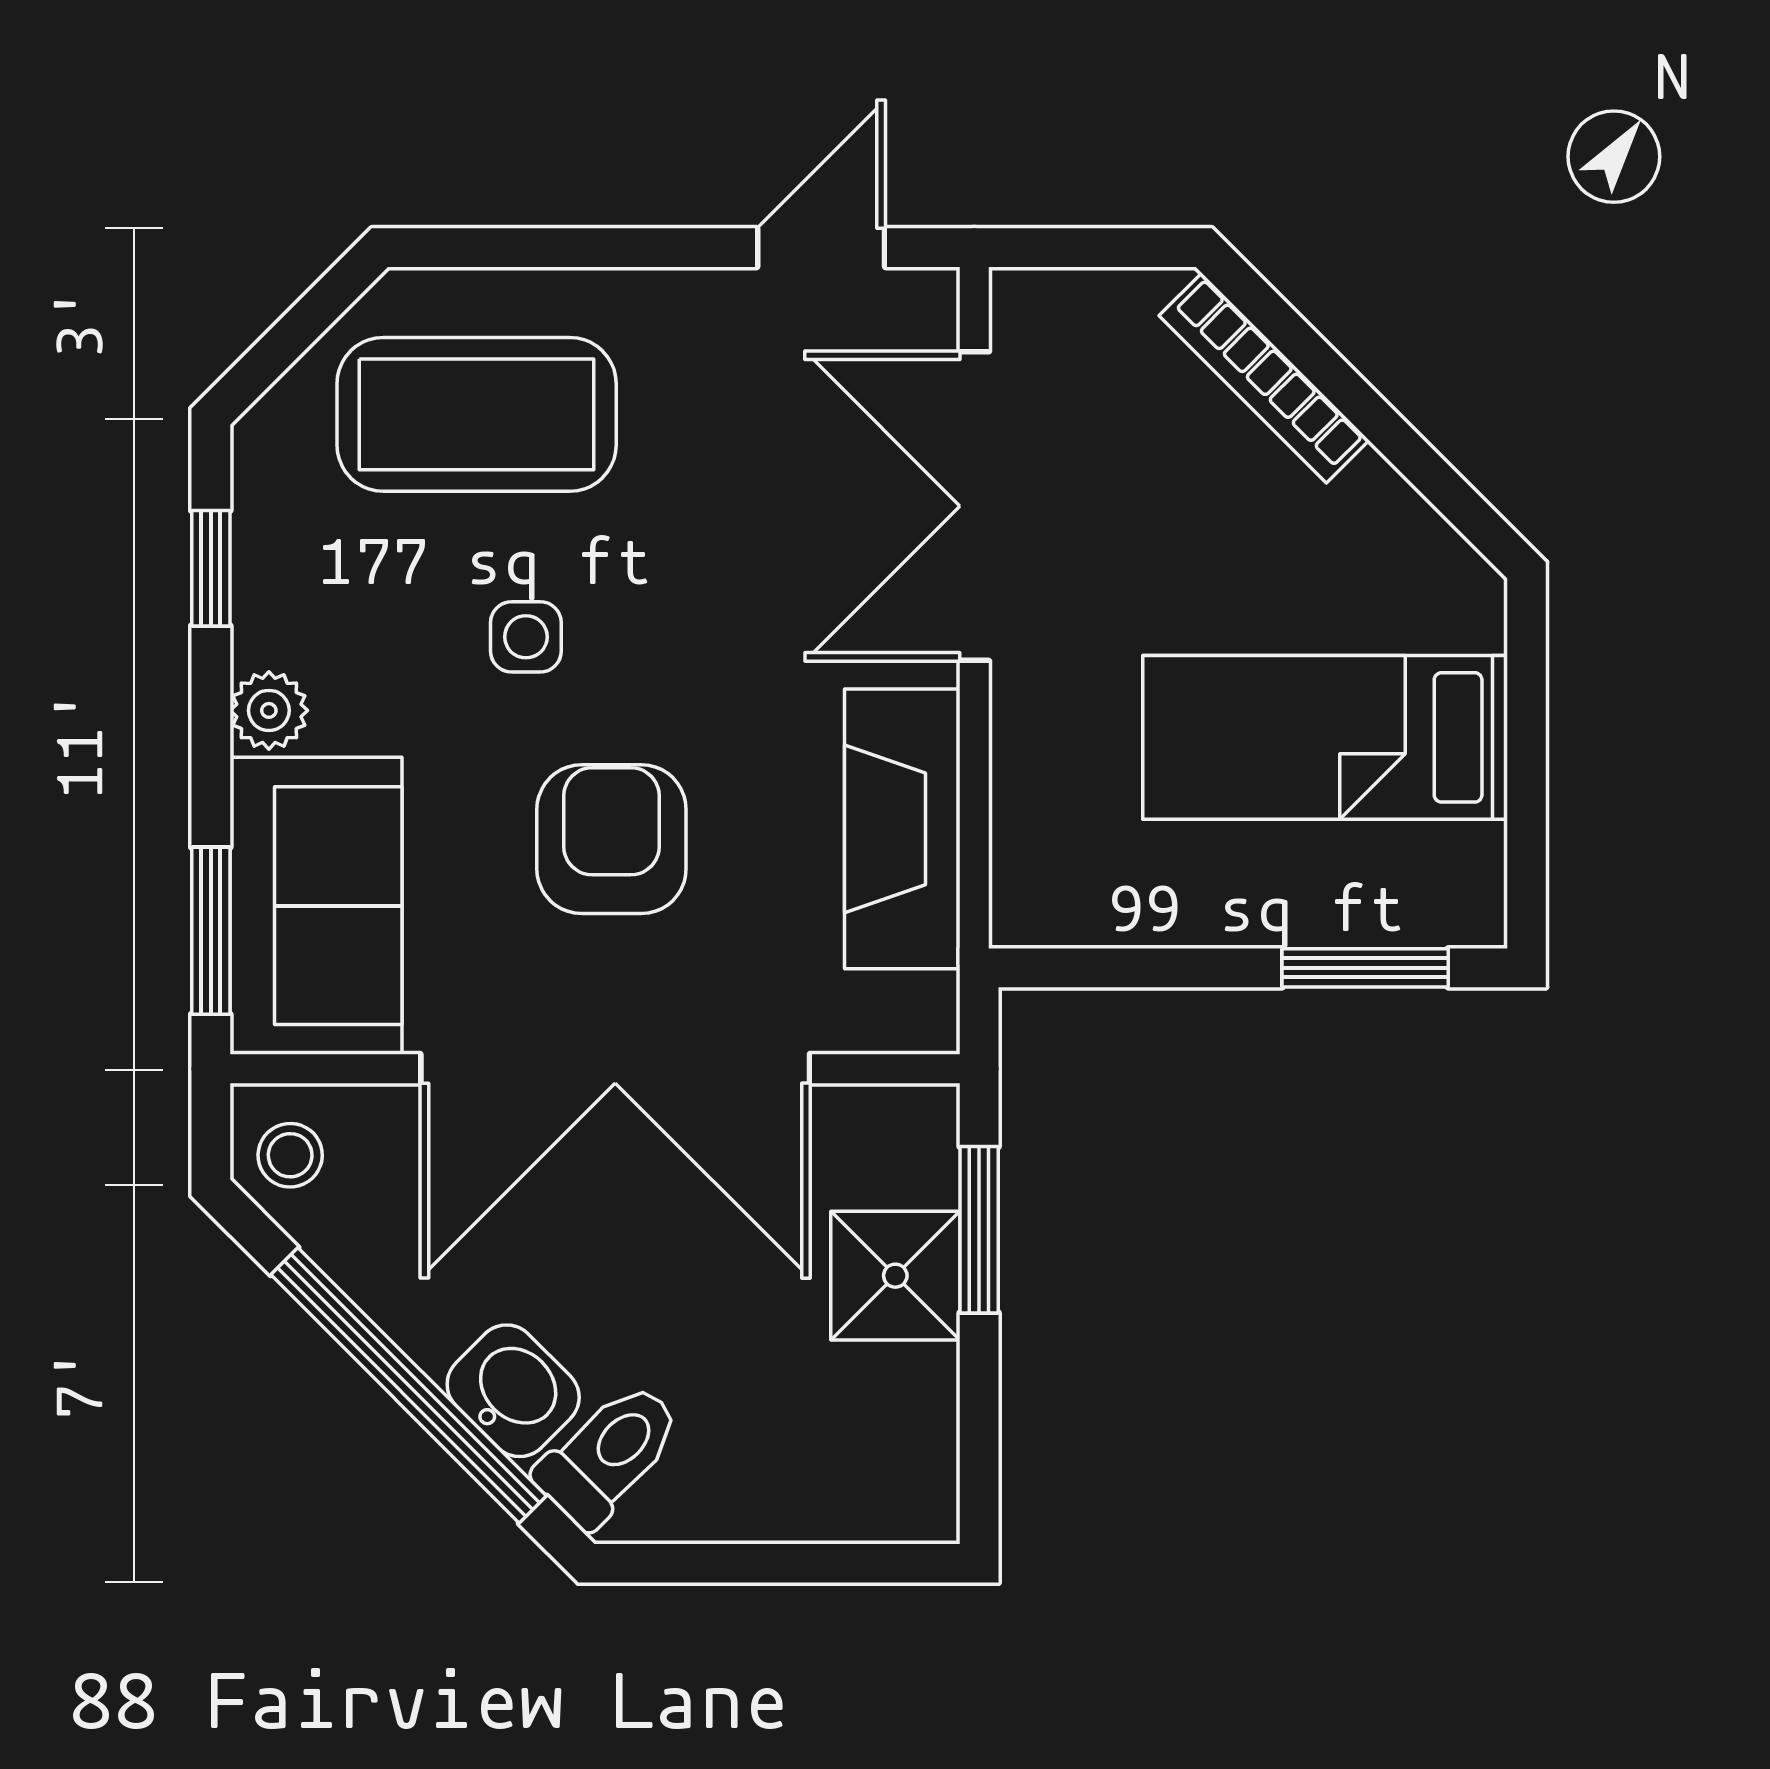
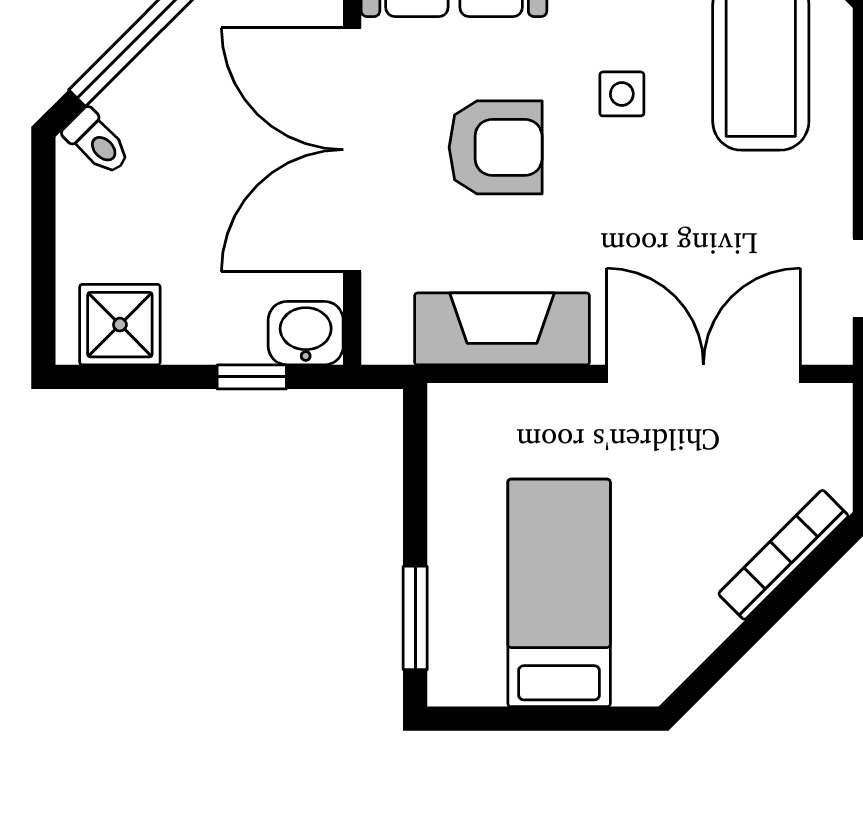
window: (979, 1230) -> (252, 377), width x0.67
shower: (895, 1276) -> (120, 325), moved
washbasin: (513, 1391) -> (306, 333), moved, turned -135
toilet: (609, 1454) -> (97, 142), width x0.73, depth x0.72

